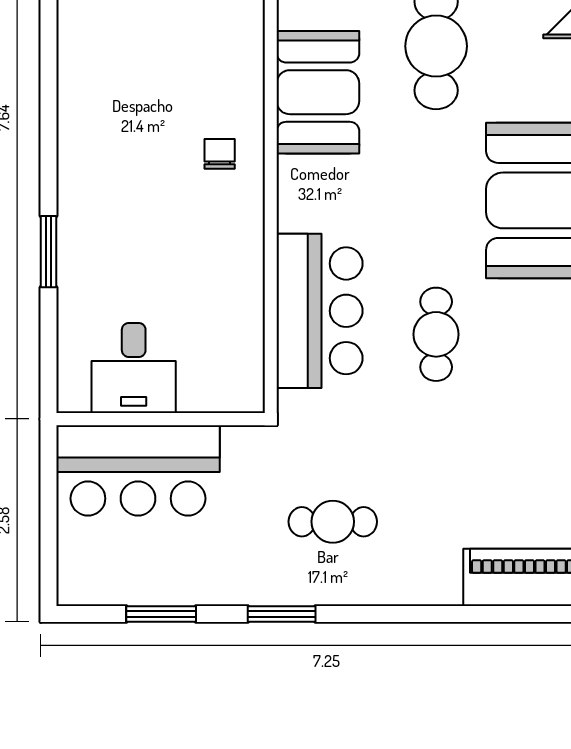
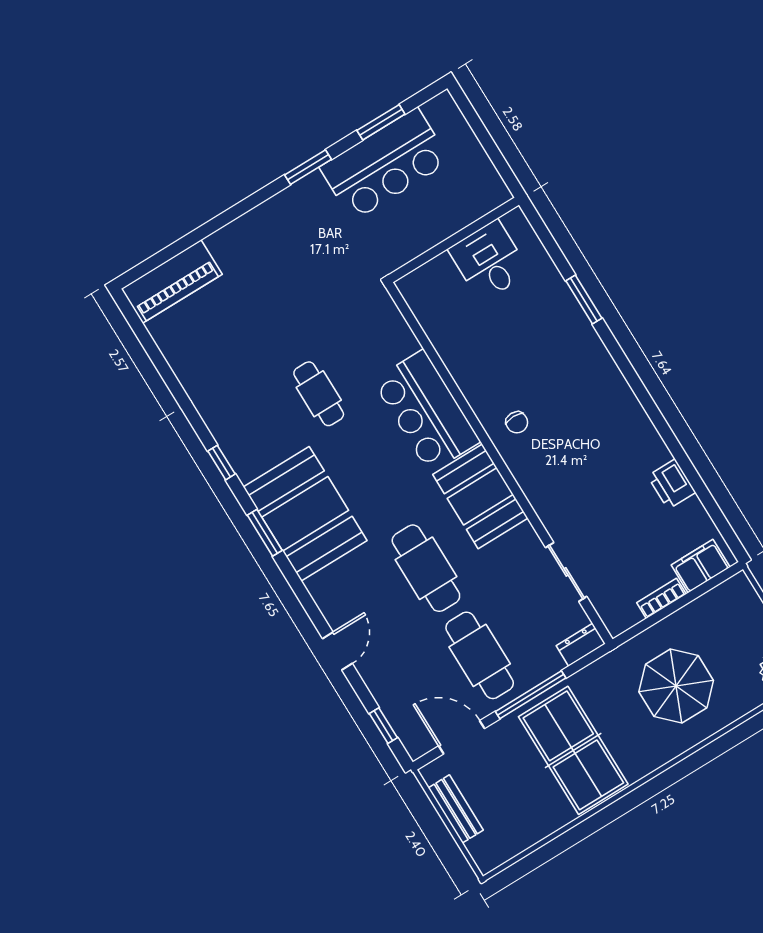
bar counter: (320, 311) -> (427, 411), moved
bar counter: (138, 470) -> (385, 164), moved, turned 180
cafe table: (333, 522) -> (311, 242), removed

